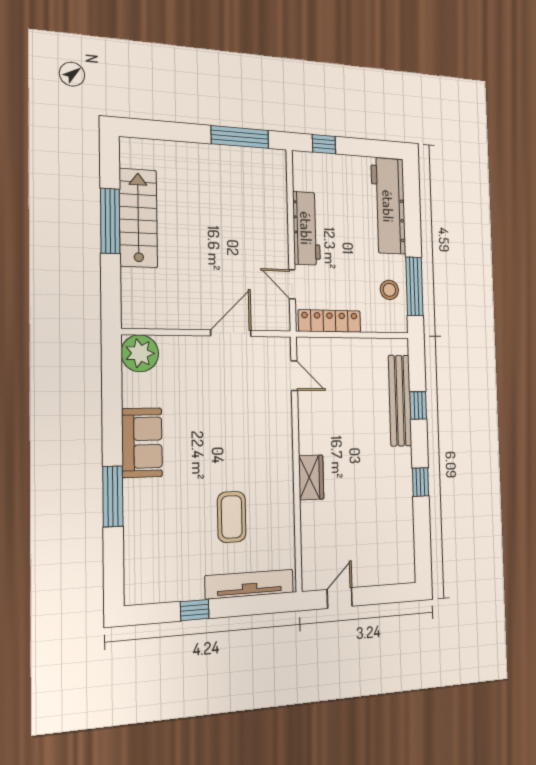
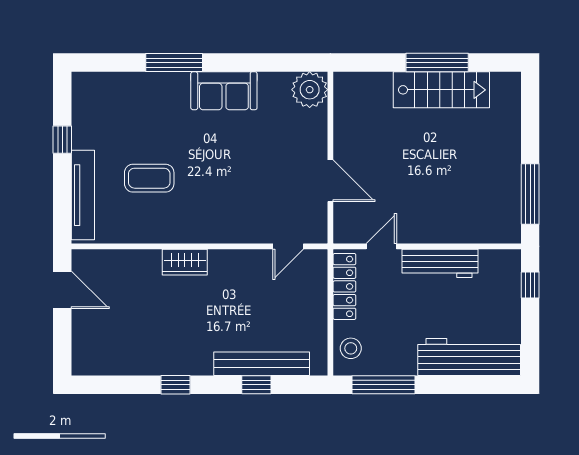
stool: (389, 290) -> (351, 348), moved
door: (340, 598) -> (62, 290), width x1.38

